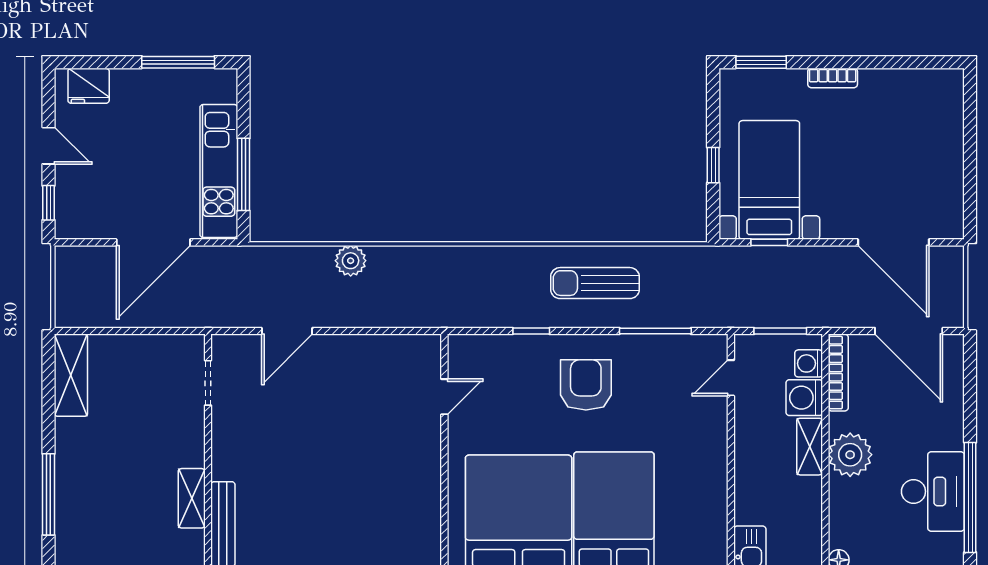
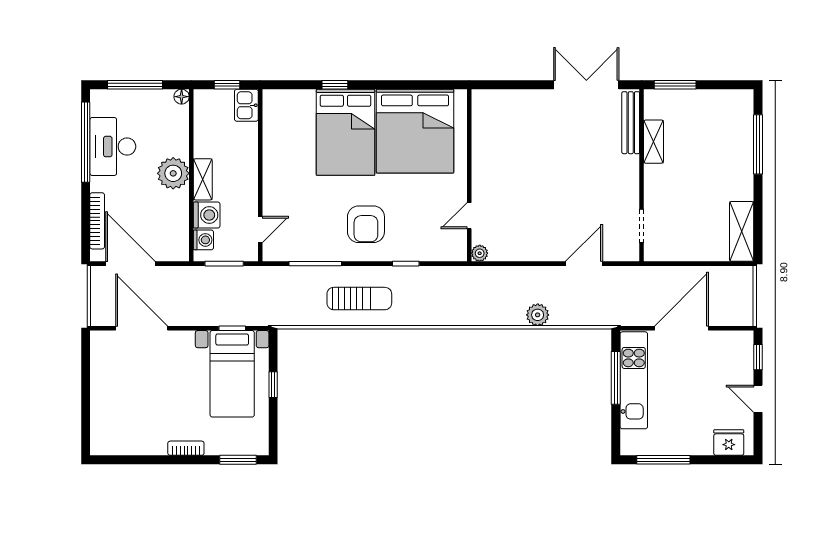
plant: (430, 345) -> (480, 253), added
bookcase: (838, 373) -> (97, 221), moved, turned 180

